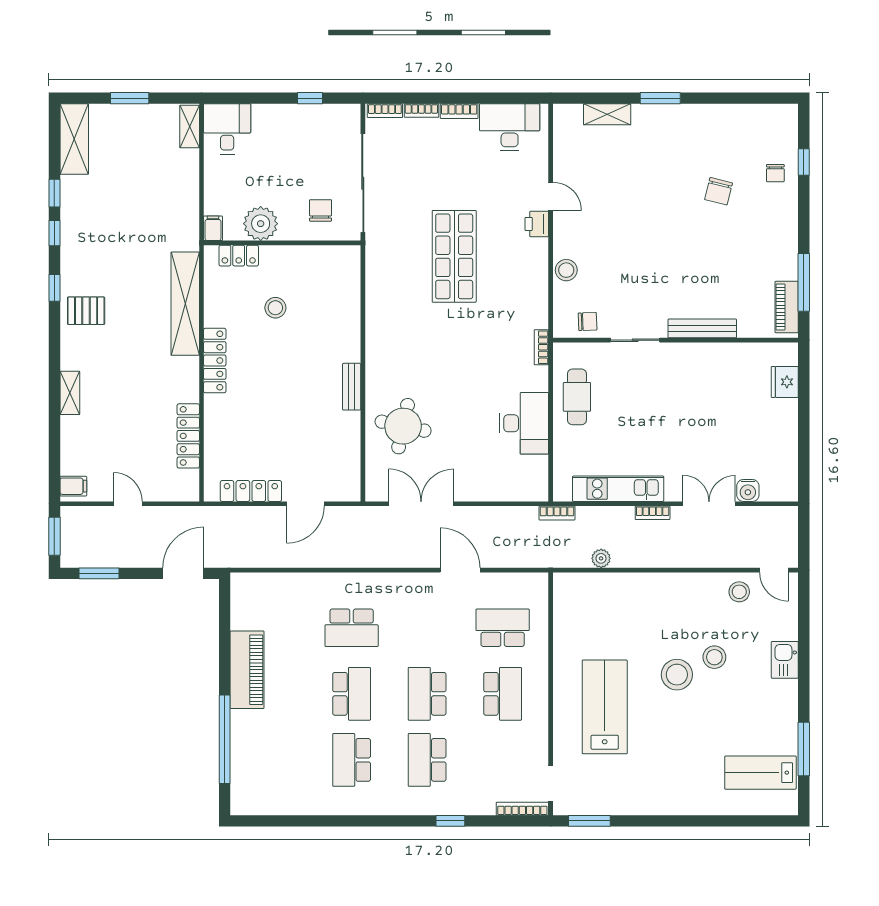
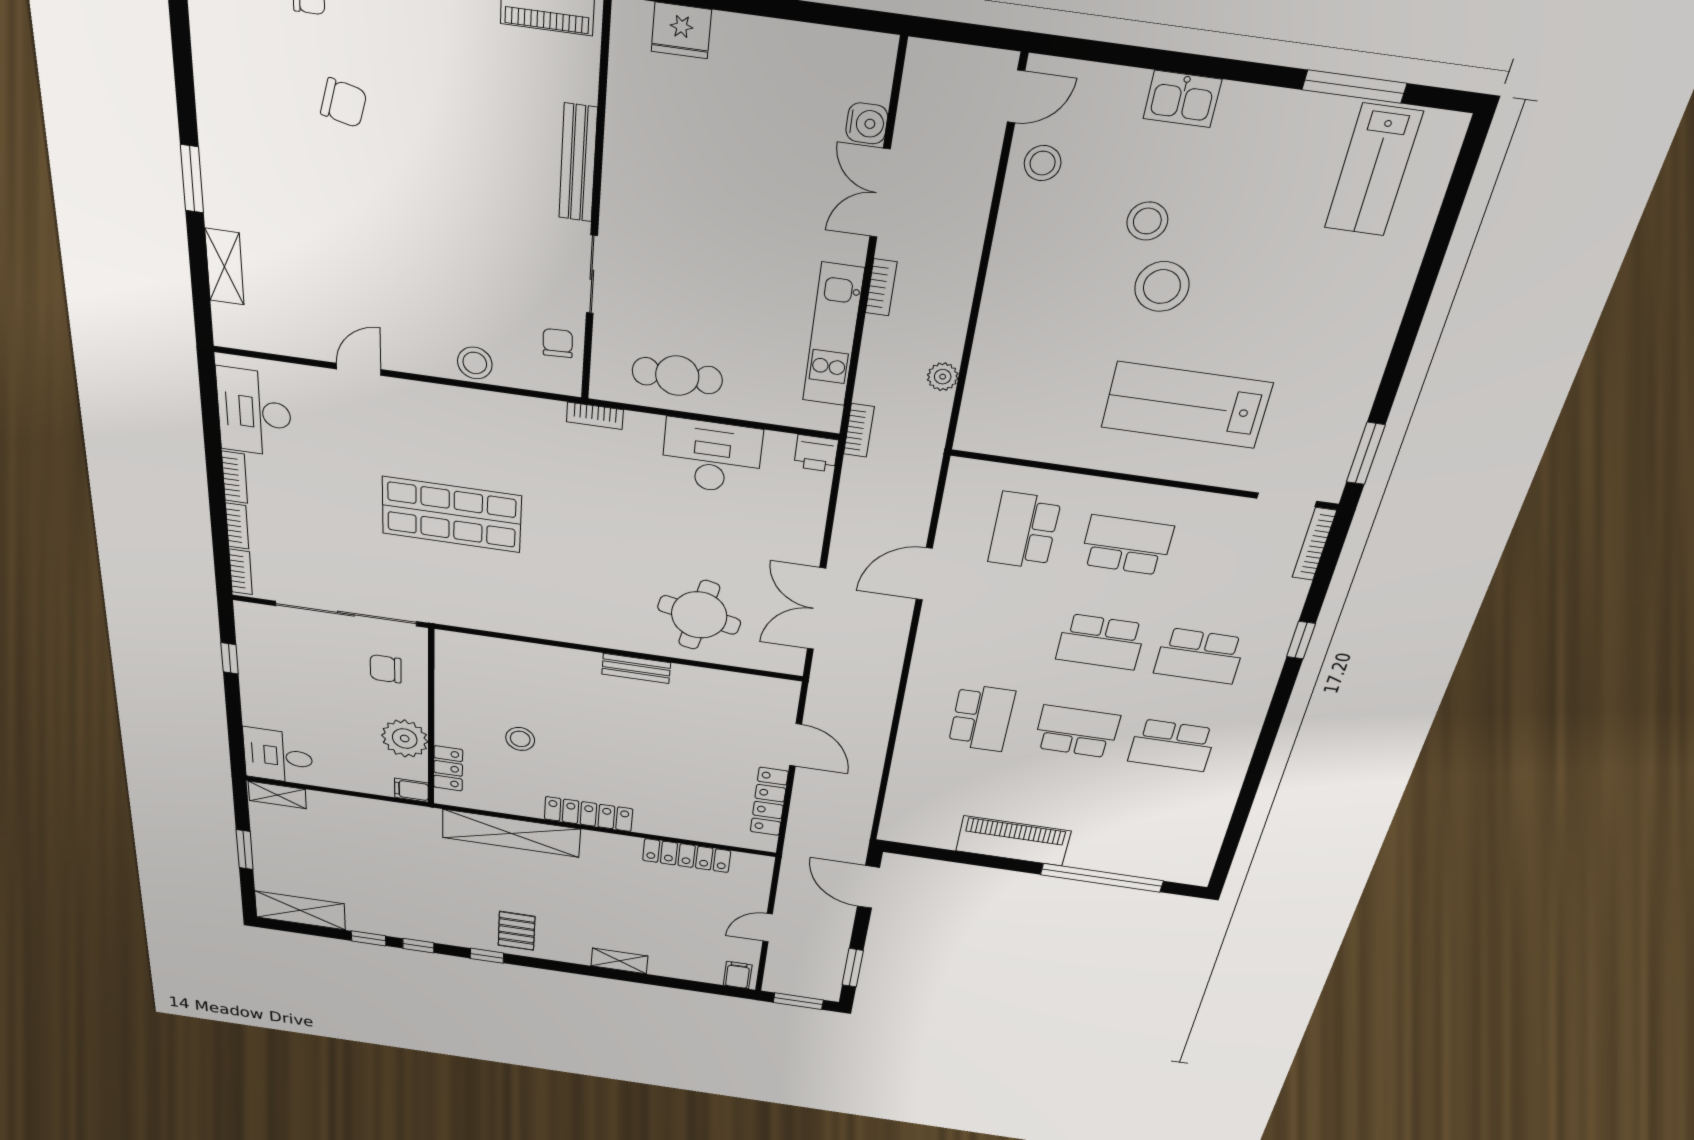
printer: (537, 224) -> (816, 453), moved

